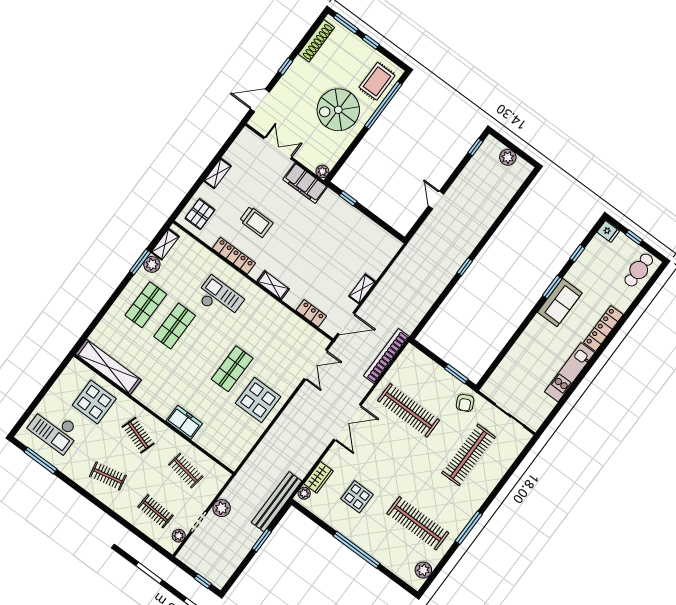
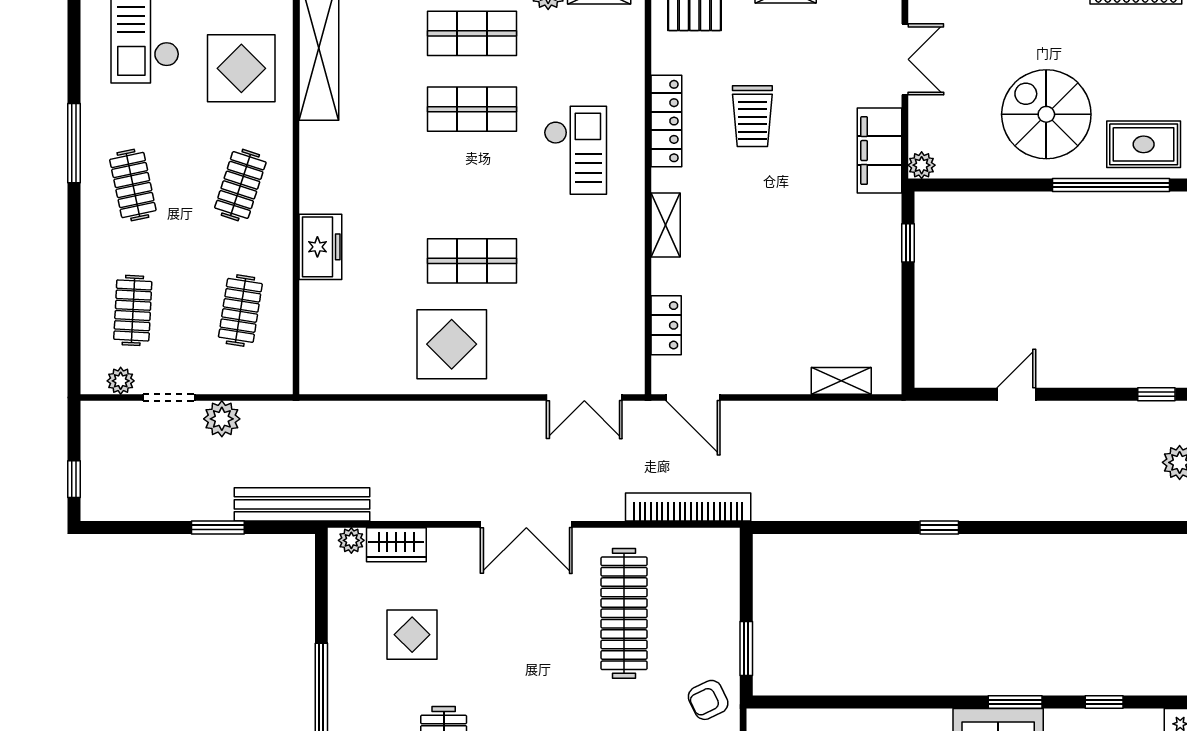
shelving: (362, 289) -> (841, 381), moved
window: (40, 461) -> (74, 143), moved

